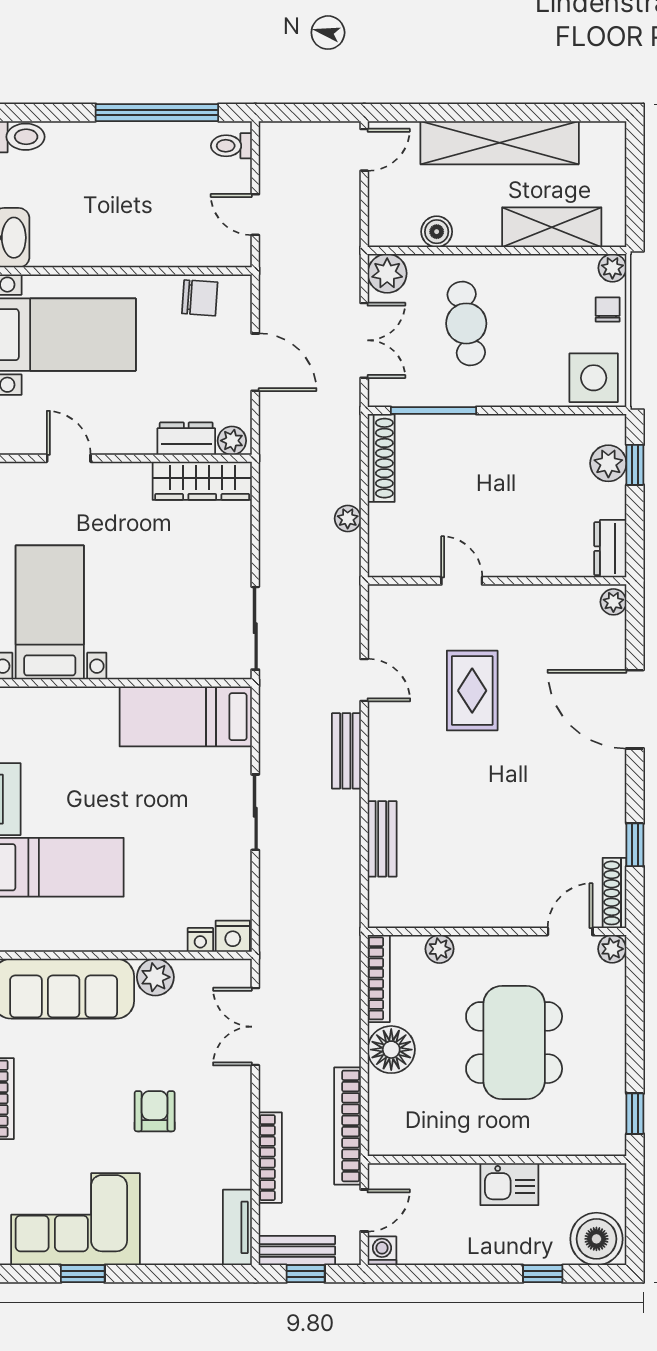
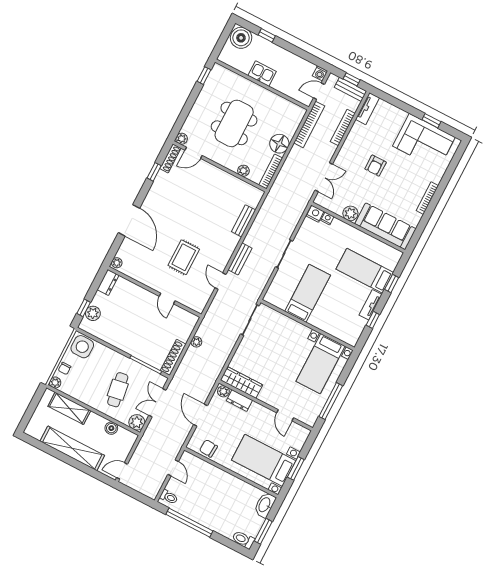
bed: (186, 717) -> (308, 293), moved, turned -90

